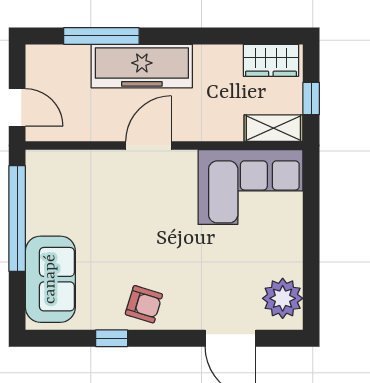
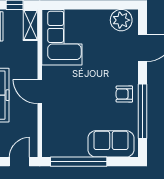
armchair: (144, 304) -> (124, 94), turned -107
window: (112, 338) -> (142, 111), width x3.17

